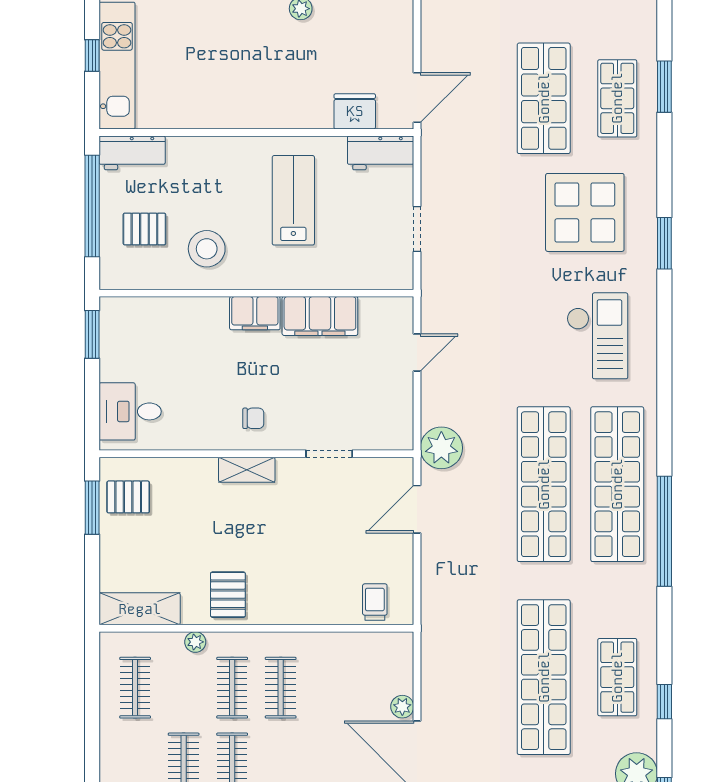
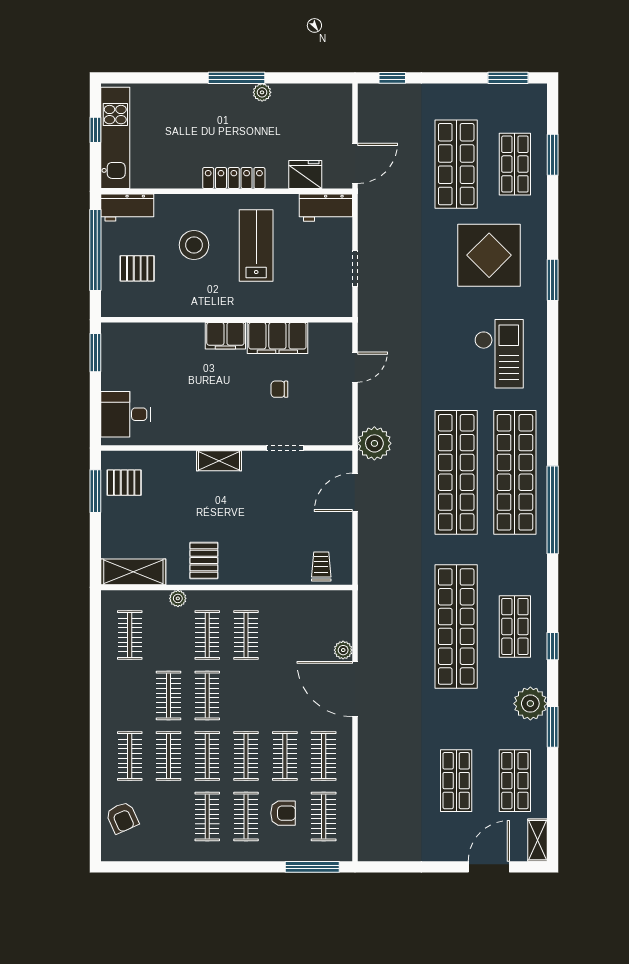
locker: (265, 116) -> (234, 178), added
stool: (207, 249) -> (194, 245), moved
chair: (253, 418) -> (279, 389), moved, turned 180

